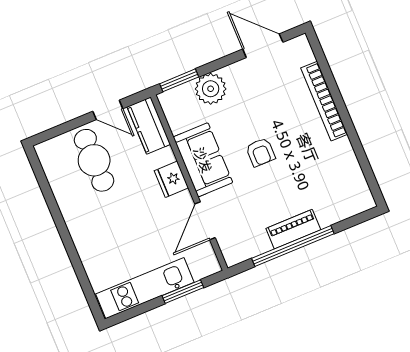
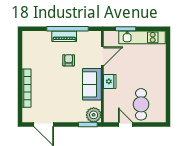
plant: (211, 89) -> (94, 115), moved
kitchen counter: (149, 126) -> (110, 110), removed
armchair: (261, 152) -> (69, 60), moved

